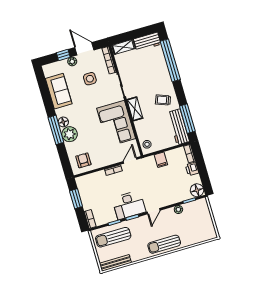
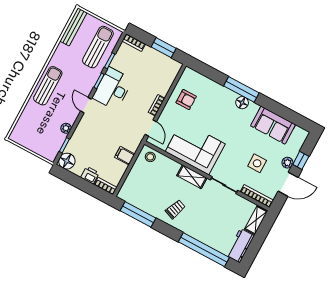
workbench: (179, 127) -> (138, 200), removed
plant: (70, 134) -> (226, 98), removed
armchair: (83, 160) -> (186, 100), moved

